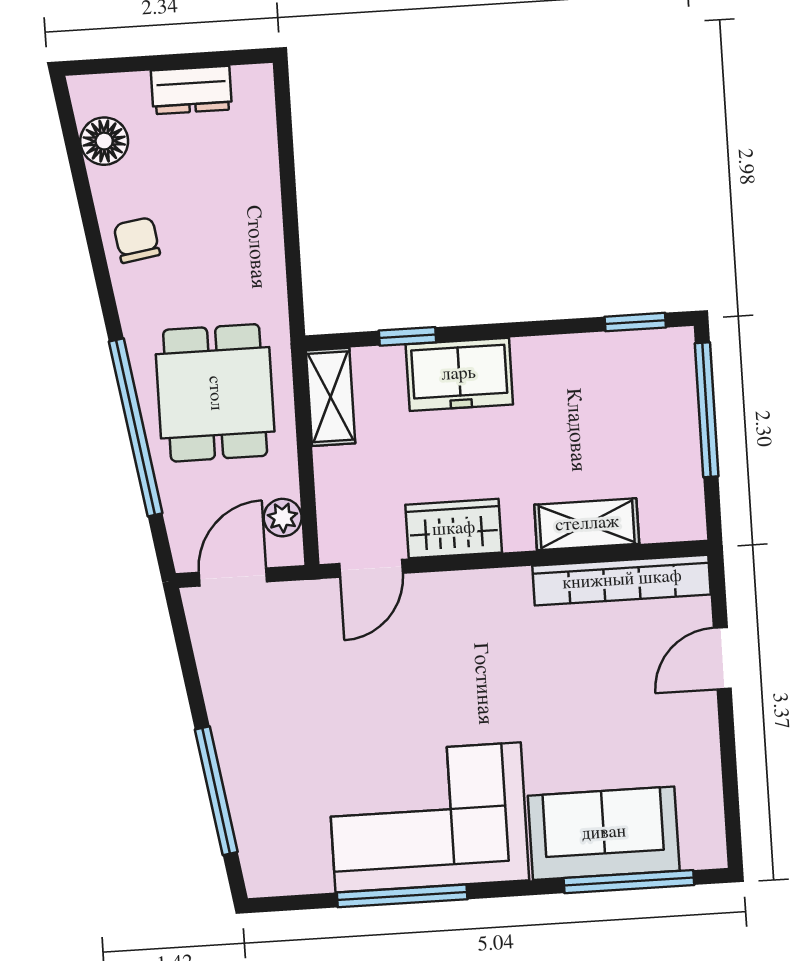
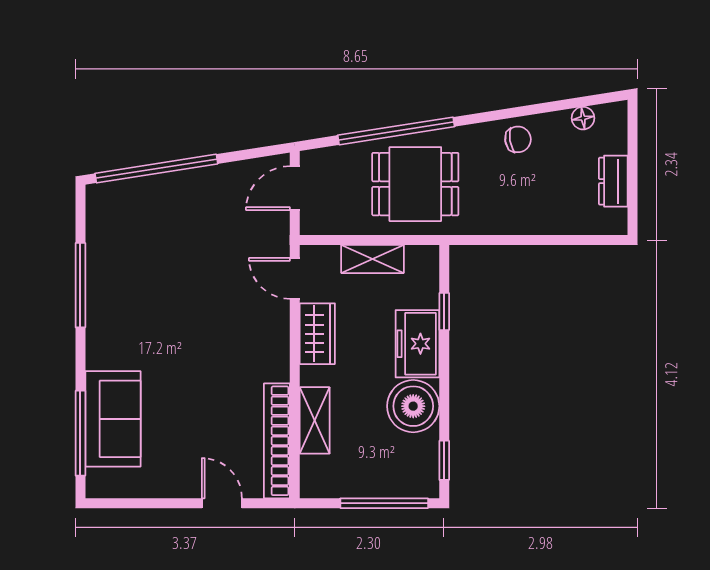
floor lamp: (104, 141) -> (583, 118), width x0.73, depth x0.73
boiler: (555, 375) -> (413, 406), added
shelving: (331, 397) -> (373, 259), moved
plant: (283, 518) -> (331, 223), removed
door: (233, 577) -> (295, 188), swing flipped
window: (216, 791) -> (156, 169), width x1.46
corner sofa: (428, 817) -> (130, 305), removed

